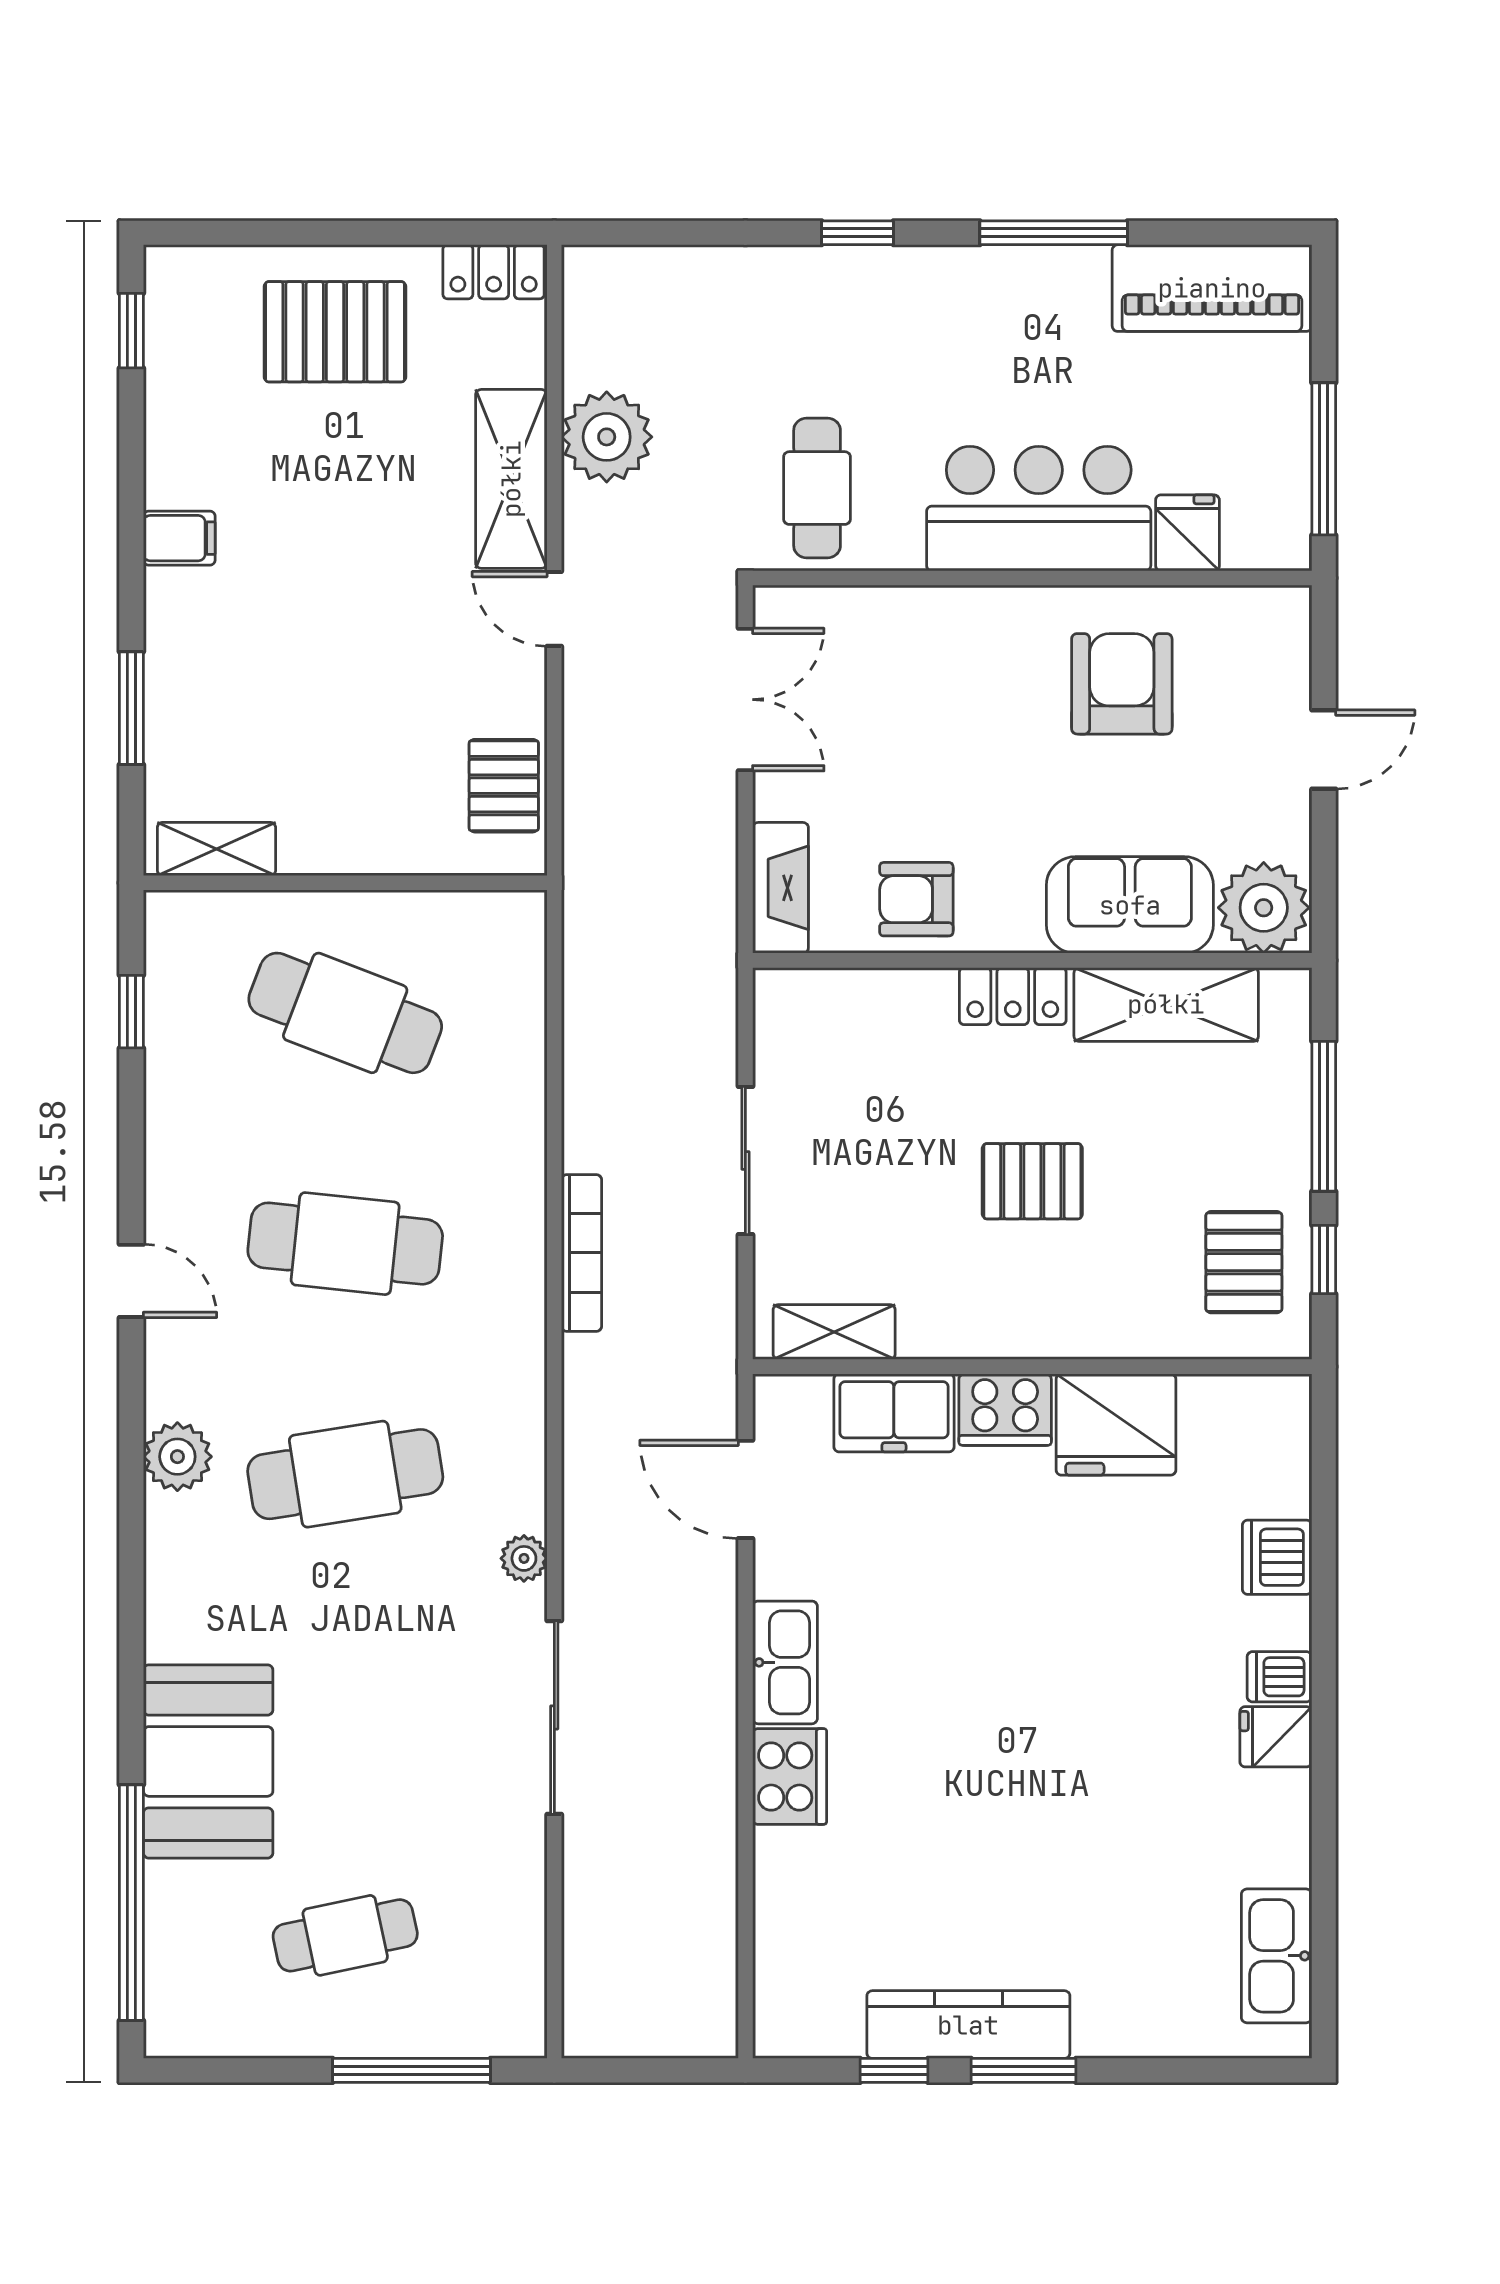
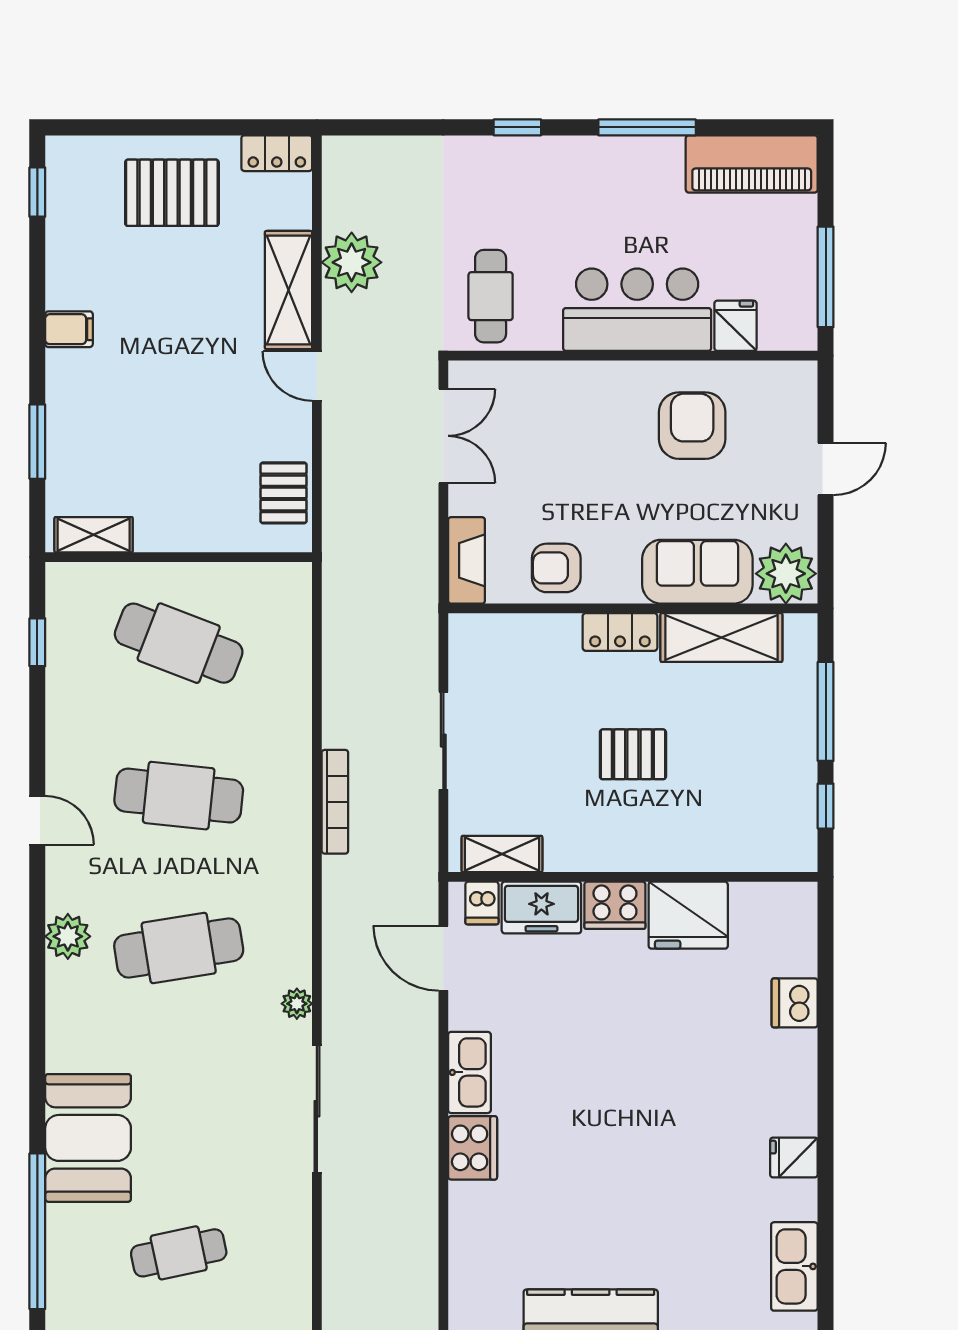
pallet: (1244, 1262) -> (773, 808), removed
dishwasher: (1279, 1677) -> (482, 903), moved, turned -90
fridge: (1276, 1737) -> (794, 1157), moved

